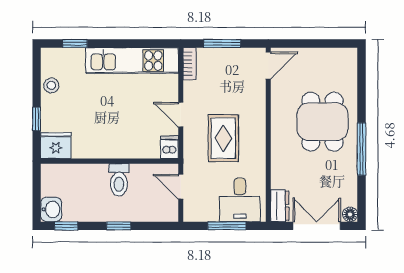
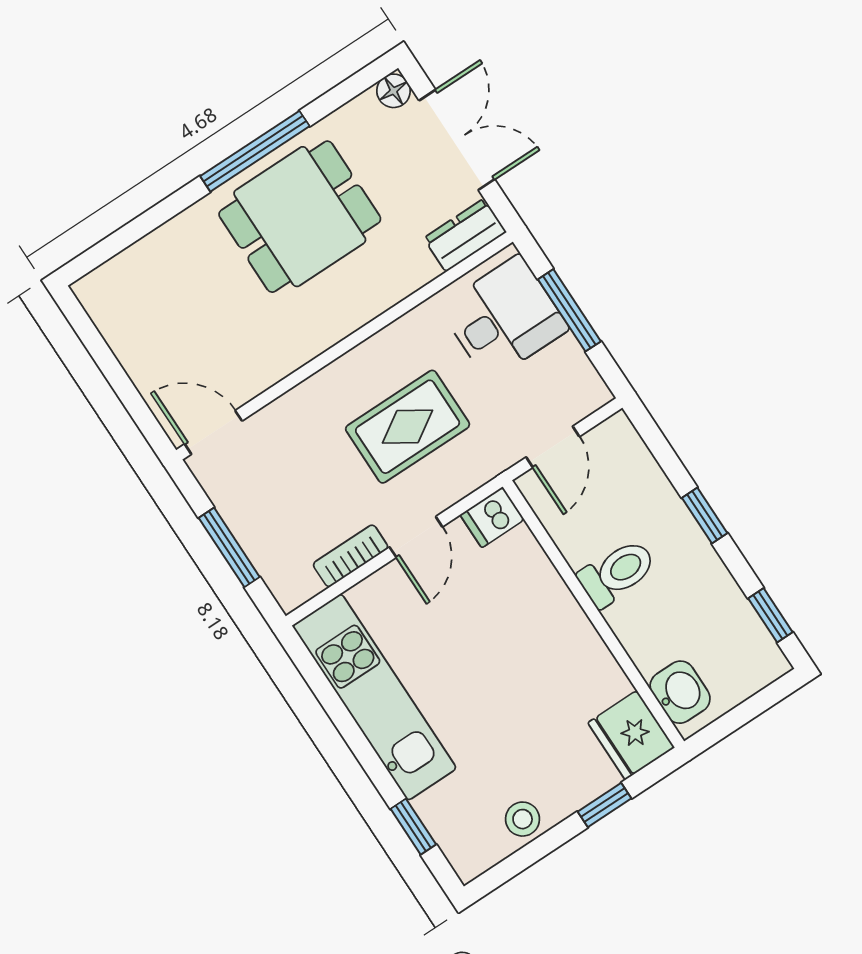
bookcase: (190, 64) -> (351, 556), moved
dining table: (322, 122) -> (300, 217), moved
washbasin: (51, 209) -> (680, 692), moved, turned 90
double door: (317, 226) -> (457, 140), swing flipped

